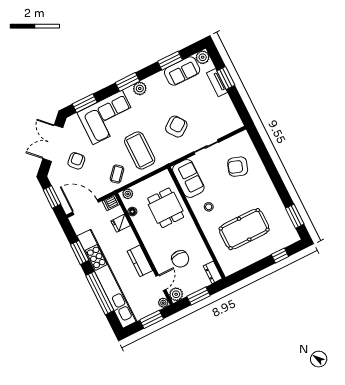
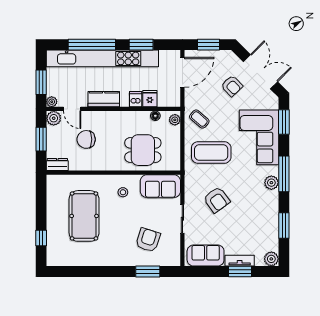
sofa: (182, 71) -> (206, 256), moved, turned 90
window: (127, 82) -> (284, 174), width x1.44
dishwasher: (111, 203) -> (136, 99), moved
window: (295, 216) -> (148, 271), moved

